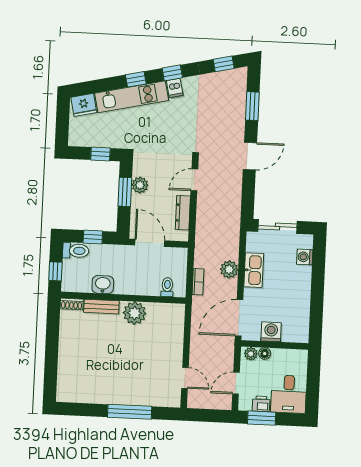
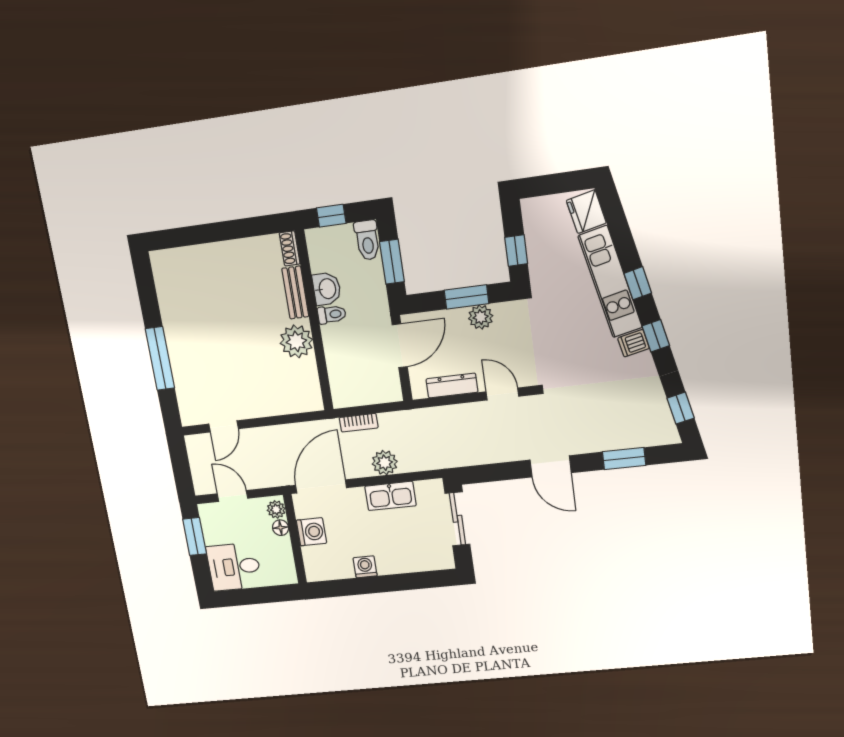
window: (93, 237) -> (392, 262), width x1.50
washing machine: (305, 257) -> (365, 567), moved
toilet: (167, 287) -> (332, 314), moved
door: (239, 318) -> (321, 486), hinge flipped
printer: (261, 404) -> (213, 533), removed

